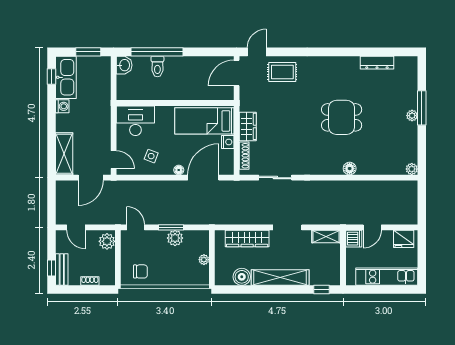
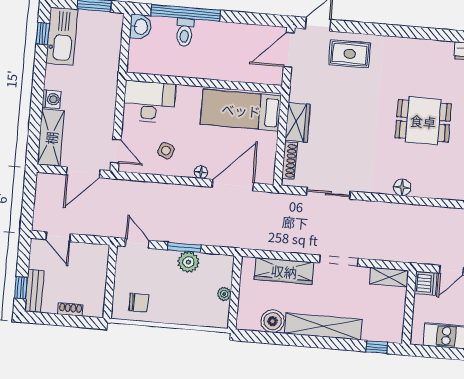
washing machine: (62, 106) -> (52, 99), moved
nightstand: (228, 142) -> (269, 141), removed
floor lamp: (350, 169) -> (402, 187), moved
plant: (107, 241) -> (98, 259), removed

